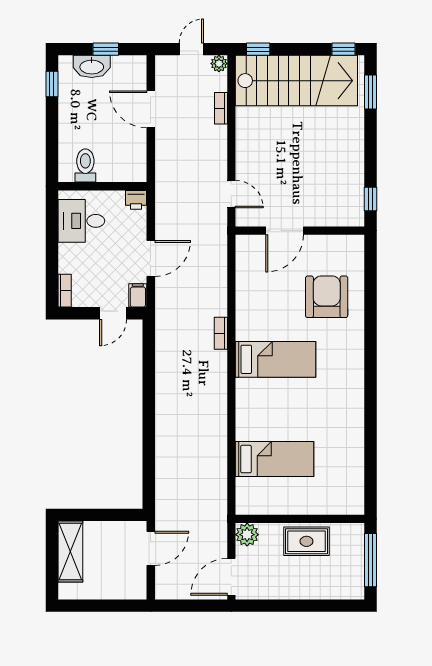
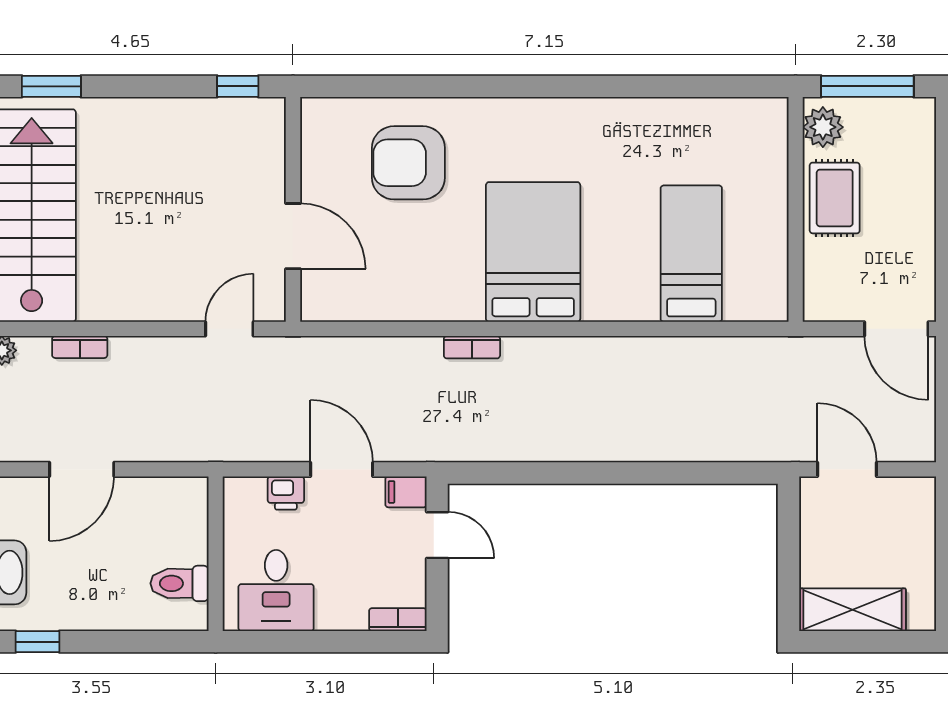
printer: (136, 200) -> (286, 493), moved, turned 90
bed: (276, 359) -> (533, 252), width x1.50
plant: (247, 535) -> (823, 127), moved

